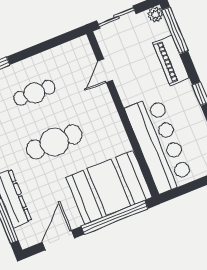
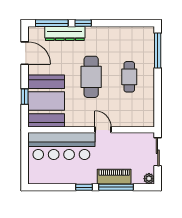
window: (175, 30) -> (116, 187), moved
door: (105, 71) -> (103, 130), moved
window: (115, 217) -> (25, 97), width x0.32

